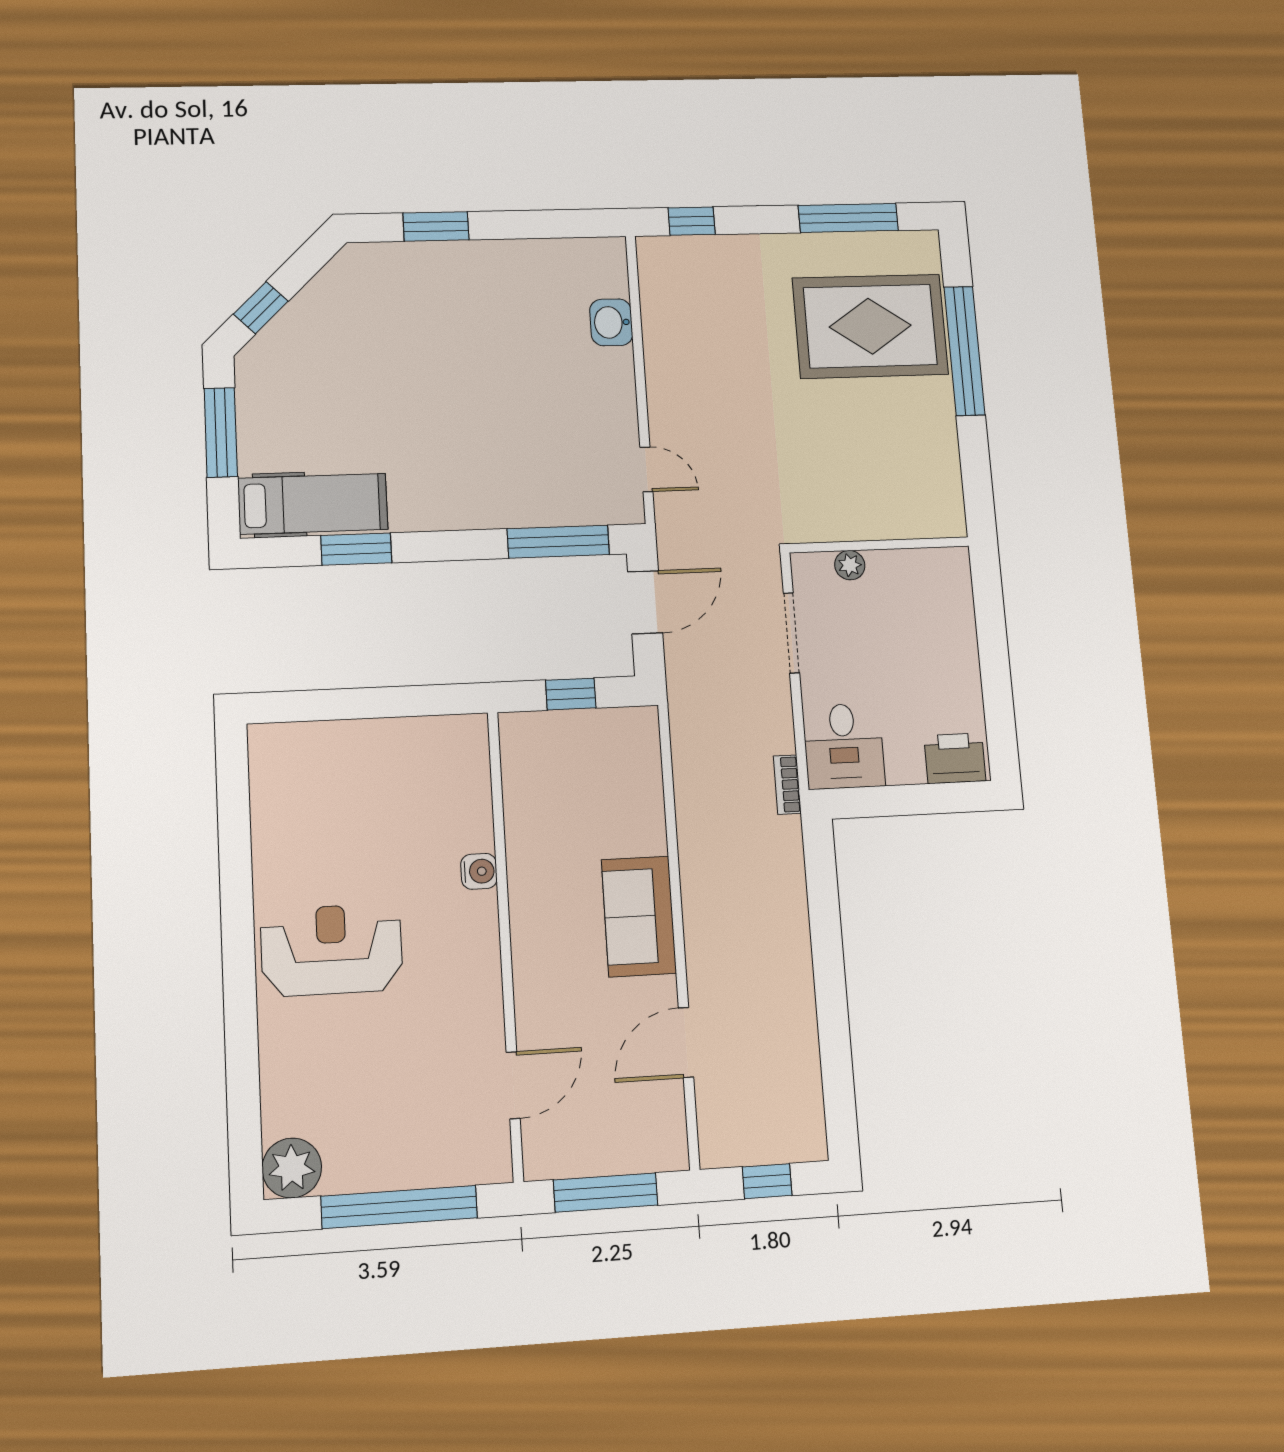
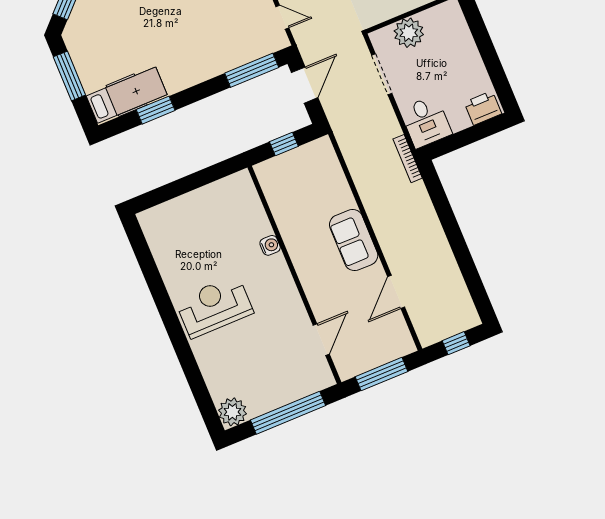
plant: (850, 565) -> (409, 33), width x1.88, depth x1.88
bookcase: (787, 785) -> (408, 159), width x1.56

